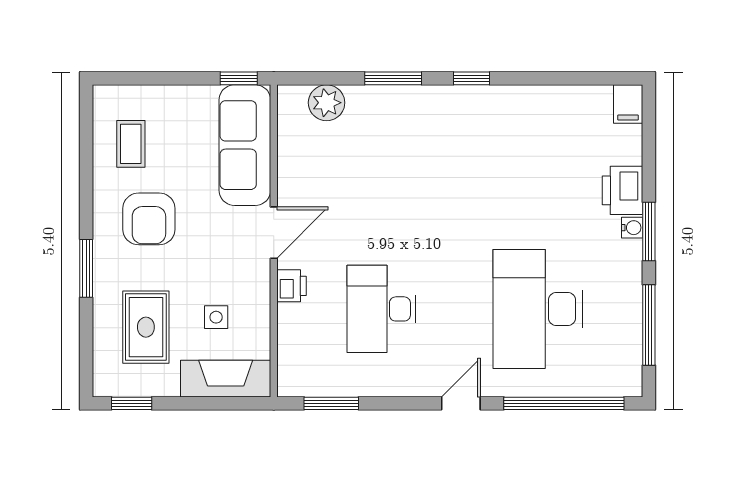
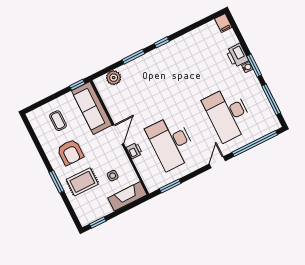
coffee table: (131, 144) -> (58, 121), moved
desk: (381, 309) -> (171, 143), width x1.36, depth x1.30
rug: (146, 327) -> (82, 182), moved, turned 90

